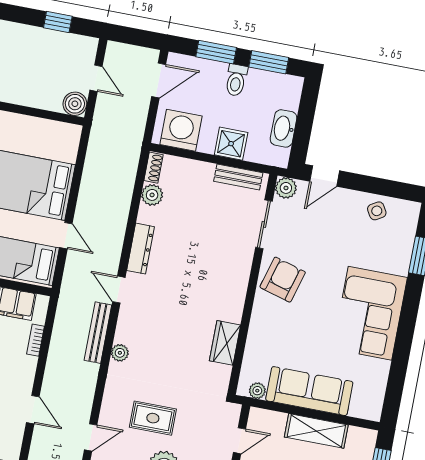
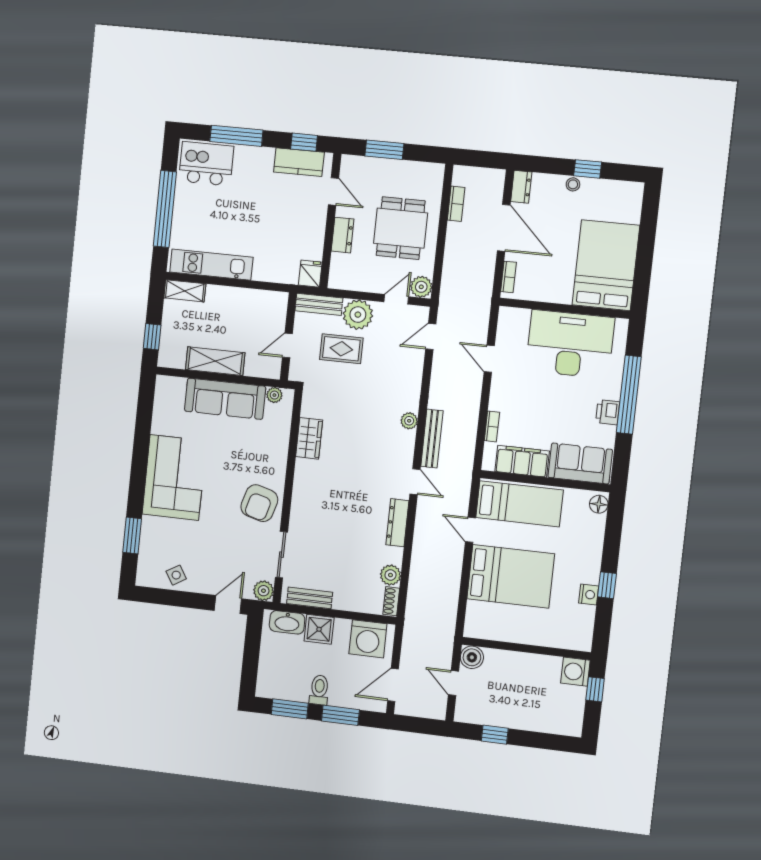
washbasin: (284, 128) -> (287, 622), moved, turned 90
rug: (153, 418) -> (341, 349), moved

